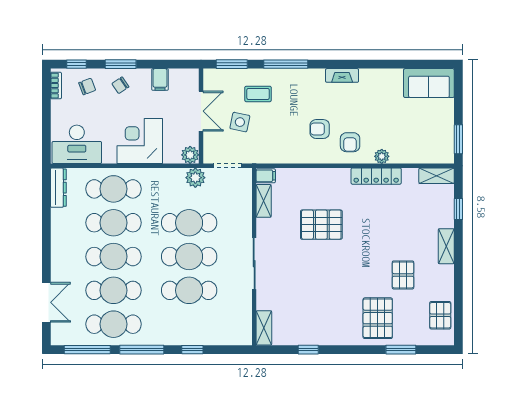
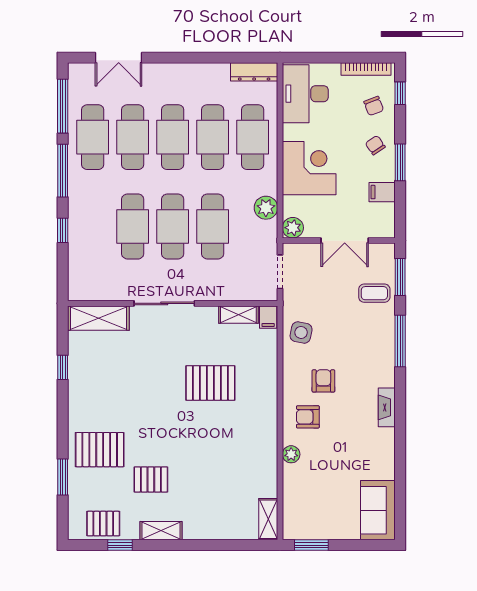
window: (121, 64) -> (400, 162), moved
bookcase: (56, 86) -> (366, 69), width x1.56
coffee table: (258, 94) -> (374, 293), moved, turned 90
side table: (240, 122) -> (301, 332), moved
locker: (376, 176) -> (268, 448), removed
plant: (195, 178) -> (266, 208), moved
window: (458, 209) -> (120, 545), moved
pallet: (321, 225) -> (210, 383), turned 90
shelving: (446, 246) -> (161, 531), moved
shelving: (264, 328) -> (98, 318), width x1.50, depth x1.33

